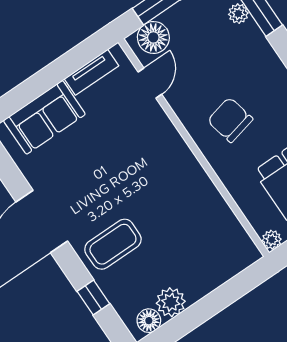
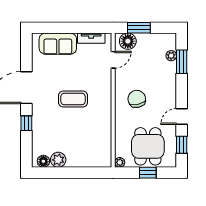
coffee table: (113, 244) -> (73, 99), moved
window: (93, 297) -> (26, 123), moved

